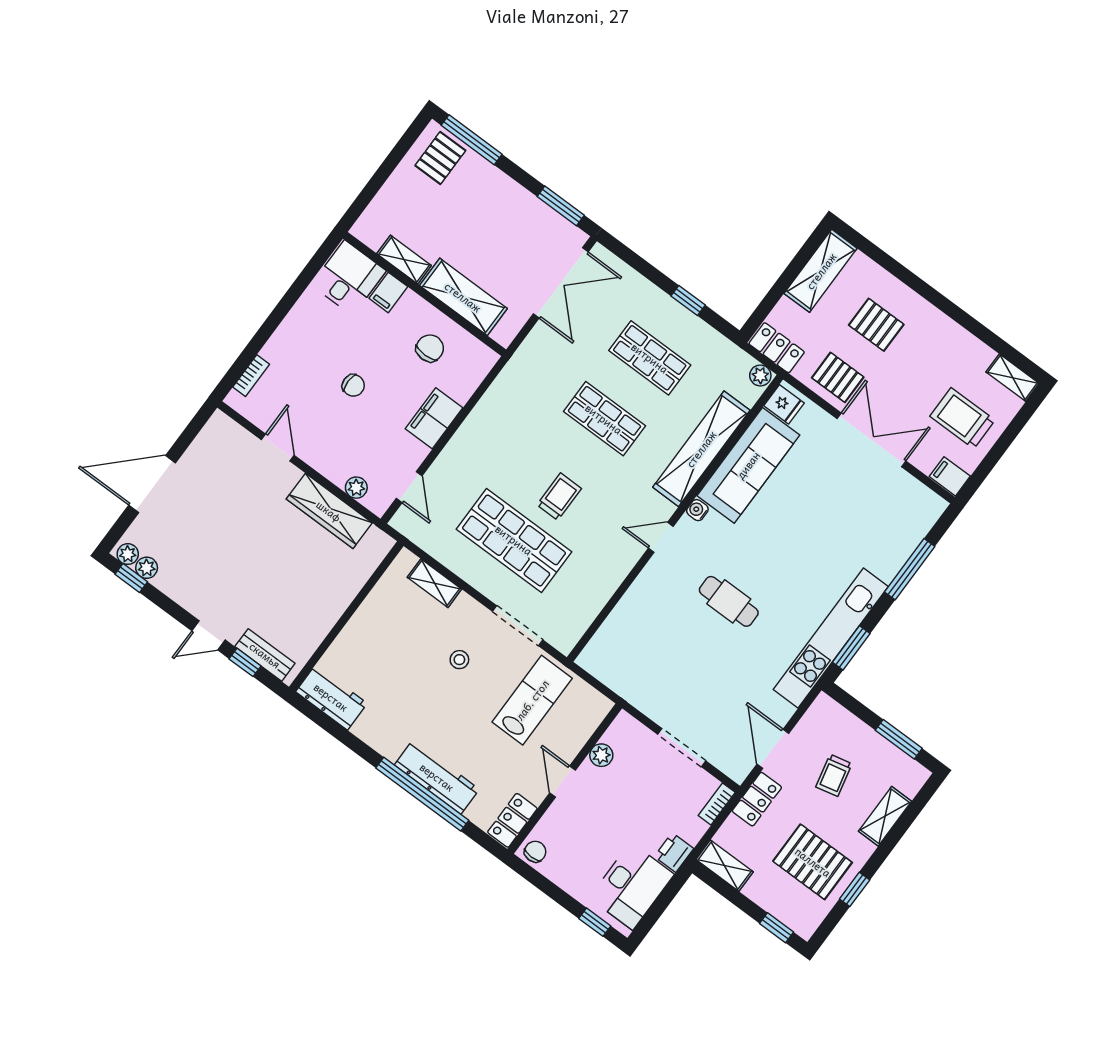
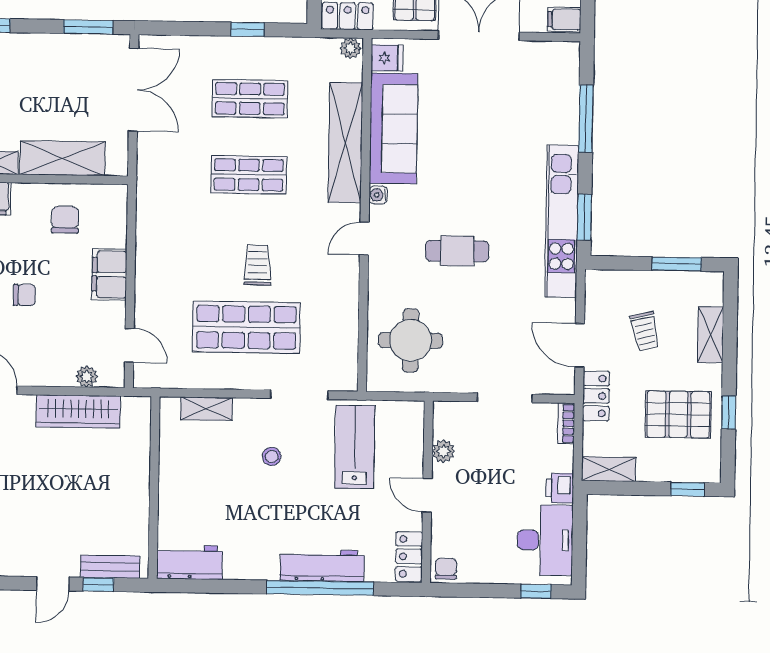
round table: (639, 647) -> (411, 340), added

